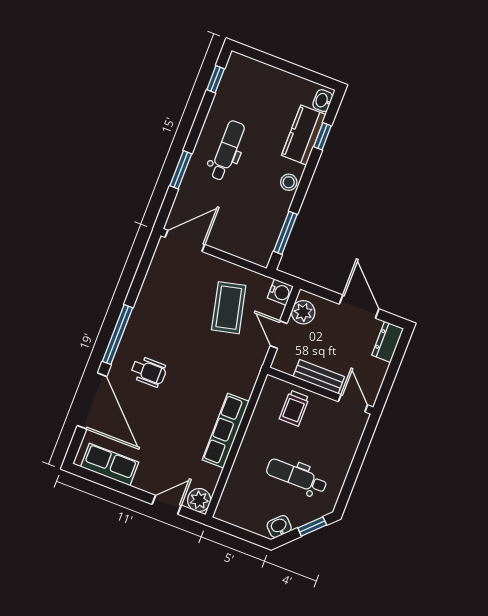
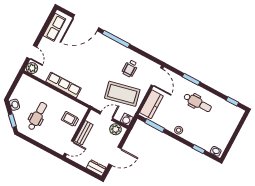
kitchen counter: (304, 135) -> (151, 104), moved, turned 90
coffee table: (229, 308) -> (122, 94), width x1.36, depth x1.32
wheelchair: (149, 372) -> (130, 68), moved

